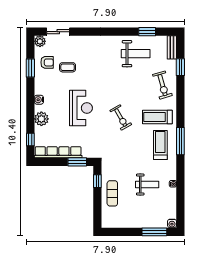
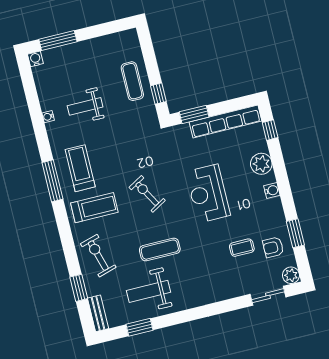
exercise mat: (121, 79) -> (160, 250), added
treadmill: (160, 145) -> (80, 168), turned 180

